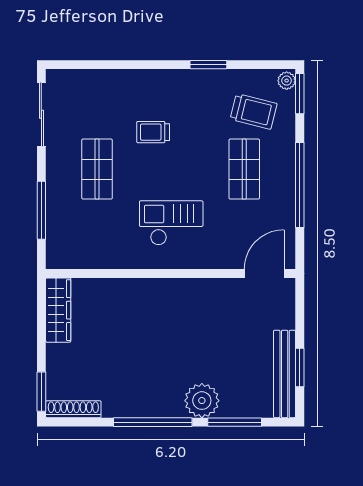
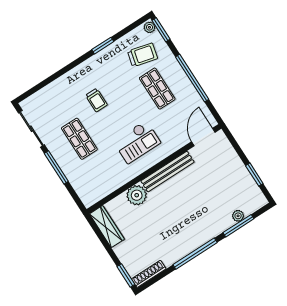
trolley: (153, 132) -> (96, 100), turned -90
window: (41, 210) -> (56, 167), moved
checkout: (171, 223) -> (137, 142), turned 180
plant: (125, 294) -> (137, 195), added
bench: (285, 374) -> (167, 172), moved, turned 90
plant: (202, 401) -> (238, 216), moved, width x0.53, depth x0.53

